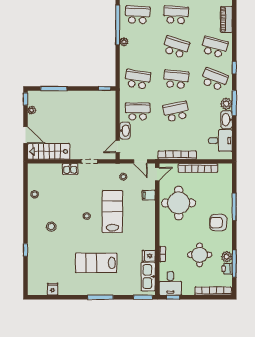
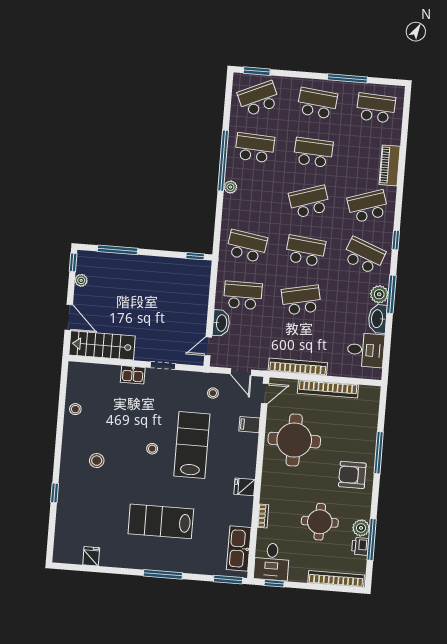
school desk: (176, 47) -> (309, 202), turned -36
school desk: (214, 47) -> (368, 206), turned -33
fridge: (149, 256) -> (244, 487), moved

